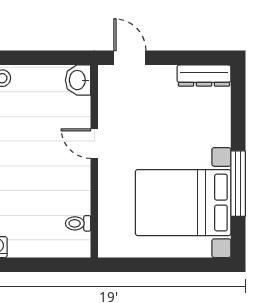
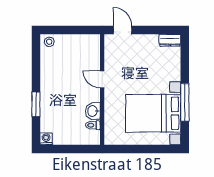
dresser: (204, 76) -> (170, 40), width x0.70
washbasin: (78, 80) -> (93, 111), moved

